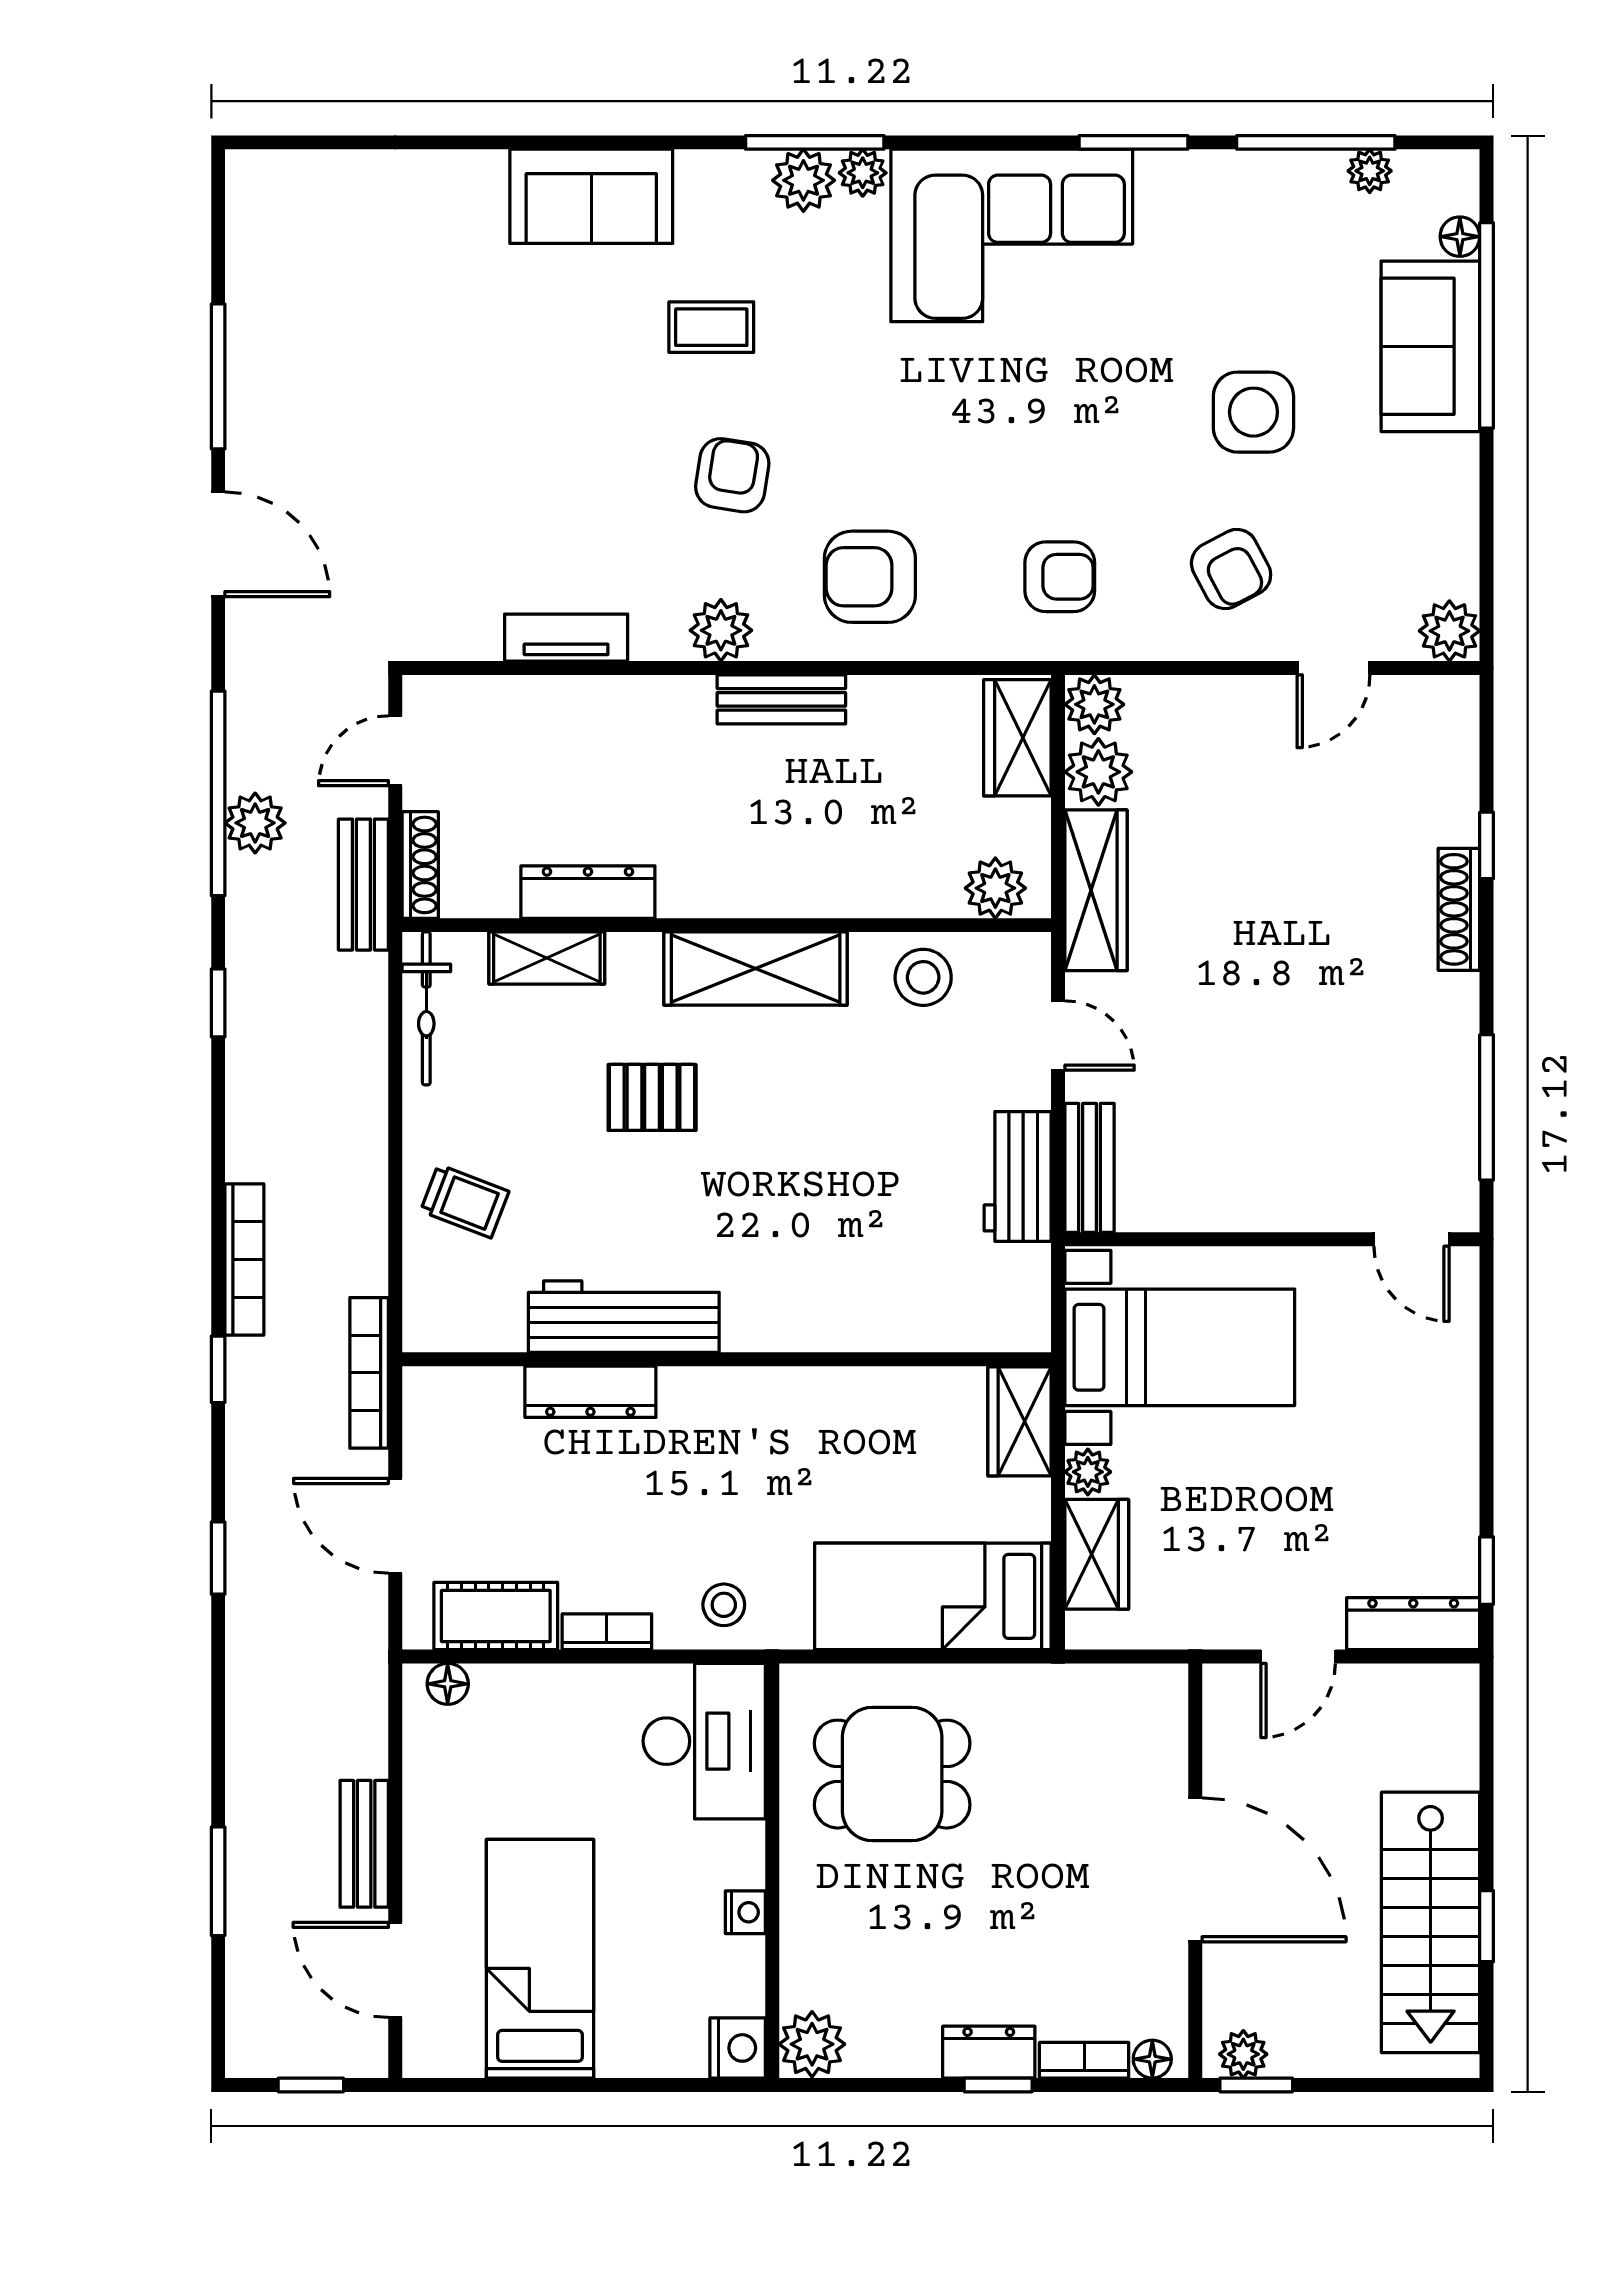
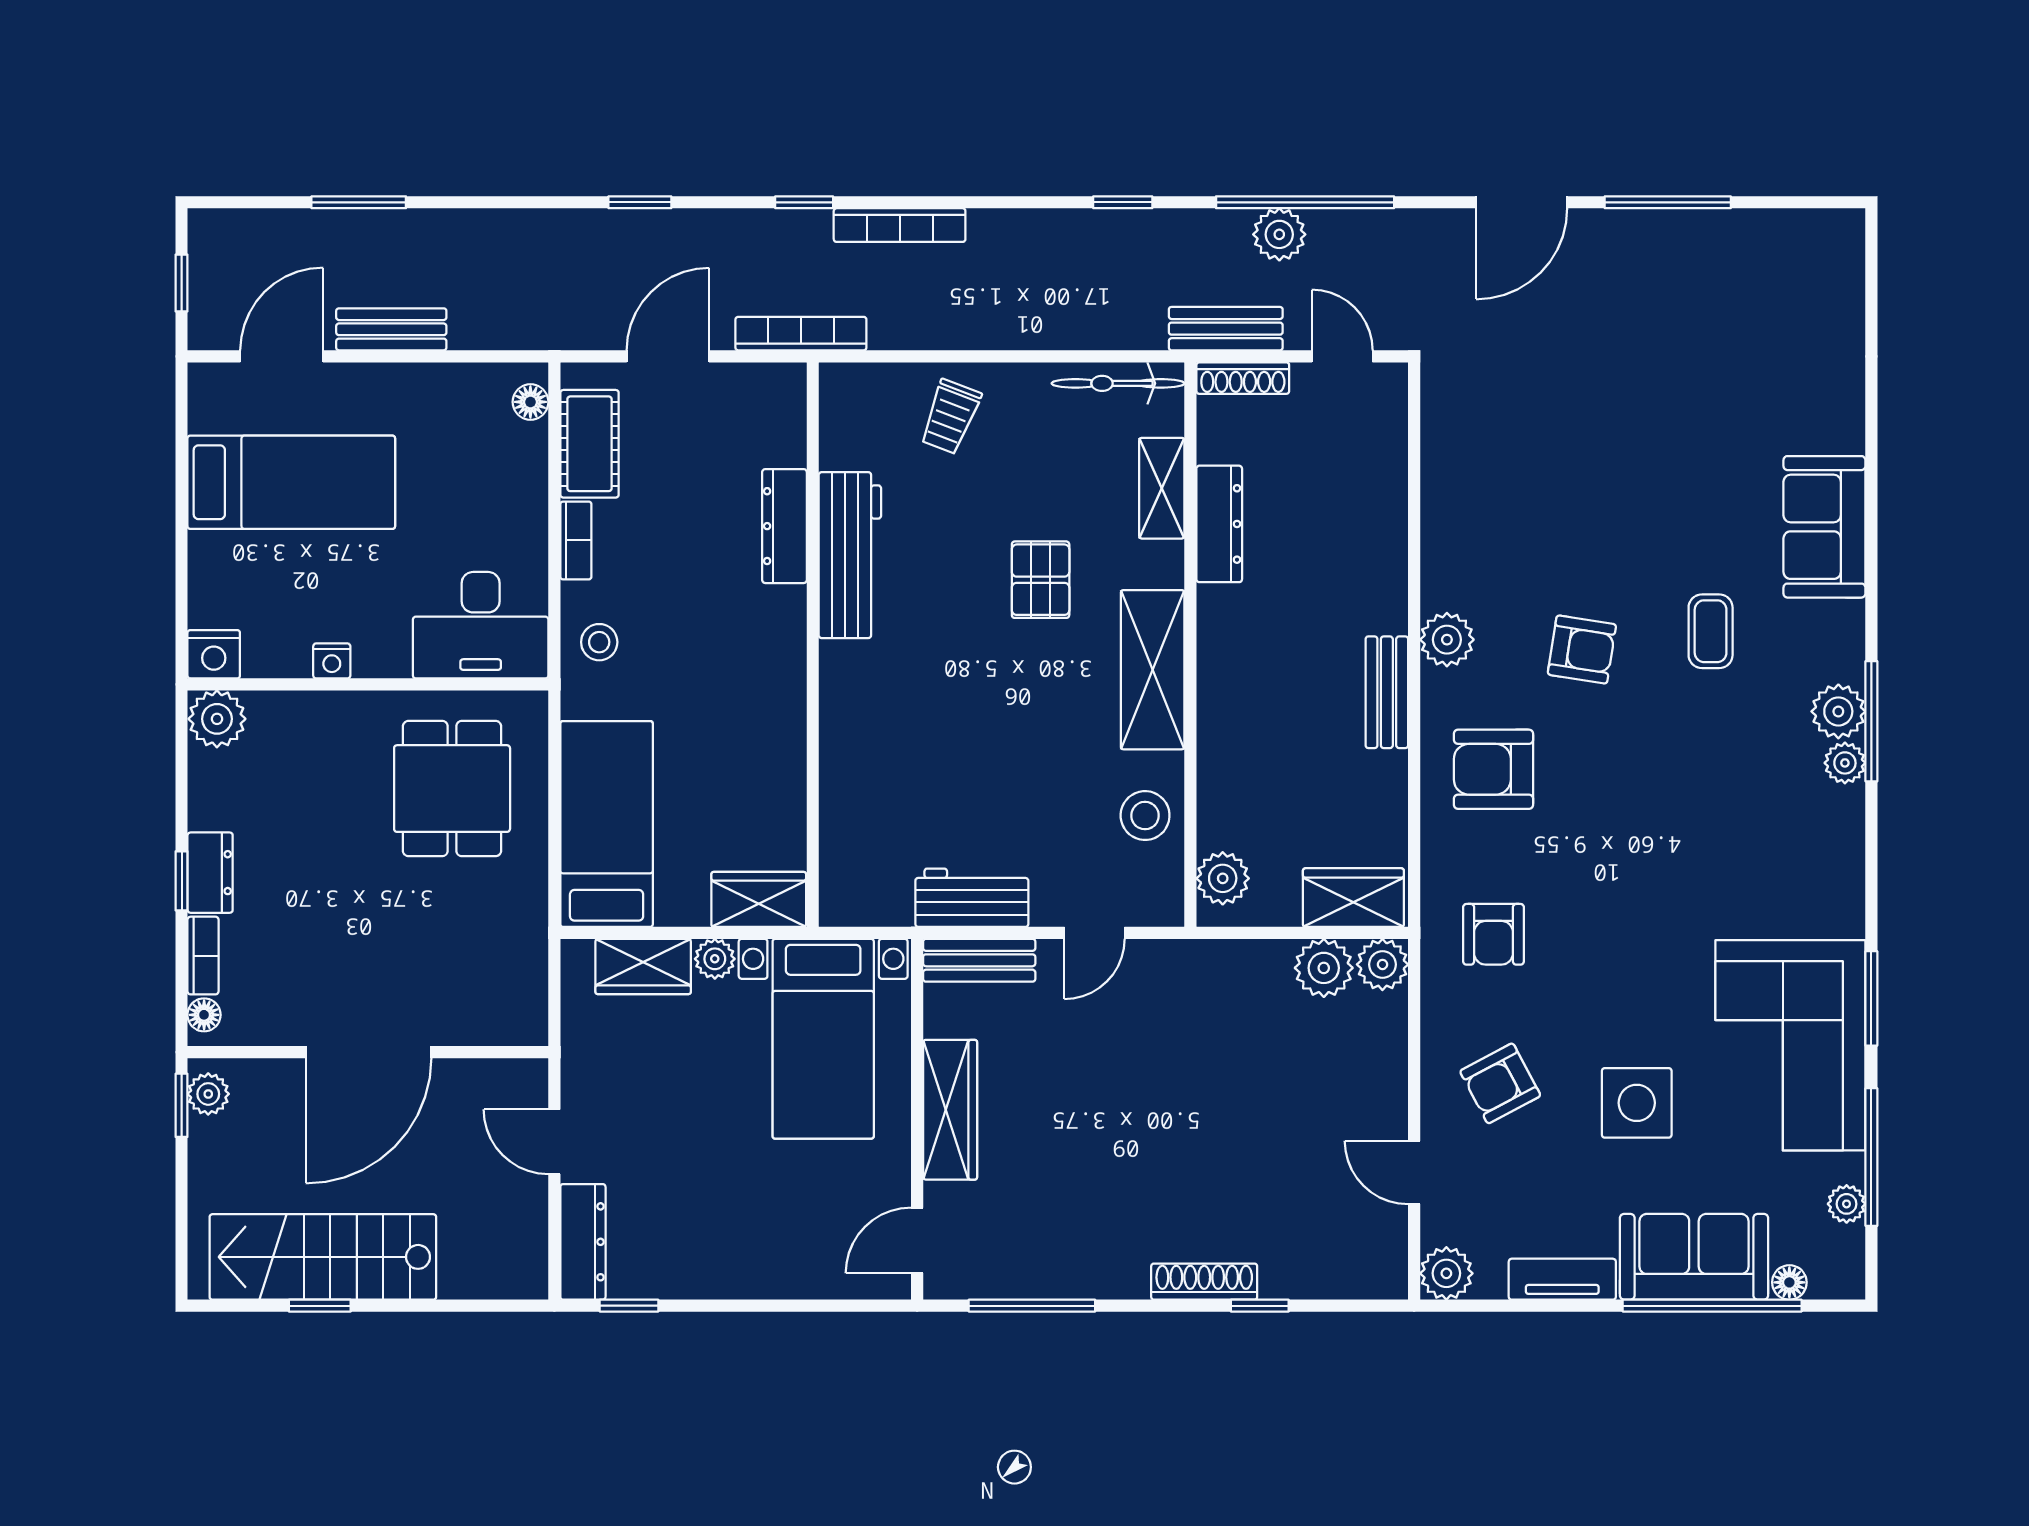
corner sofa: (1012, 235) -> (1790, 1045), moved
armchair: (870, 577) -> (1493, 769), turned -90
tv unit: (566, 638) -> (1562, 1279), moved, turned -90
wardrobe: (1096, 890) -> (950, 1110), moved, turned -90

